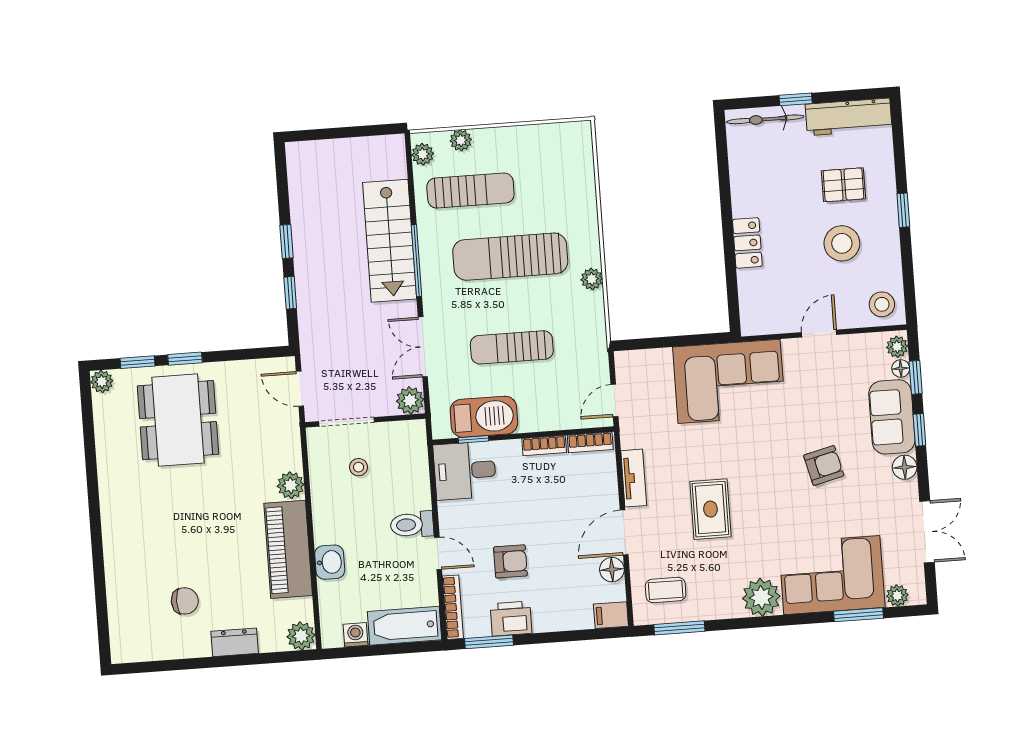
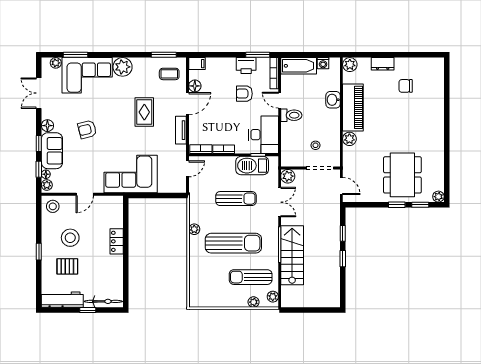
desk: (465, 471) -> (263, 135), width x1.37

